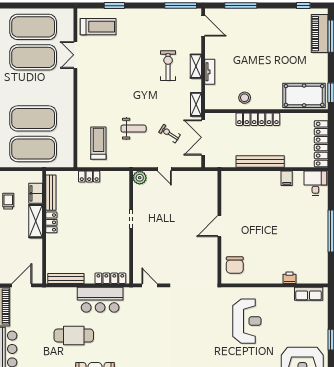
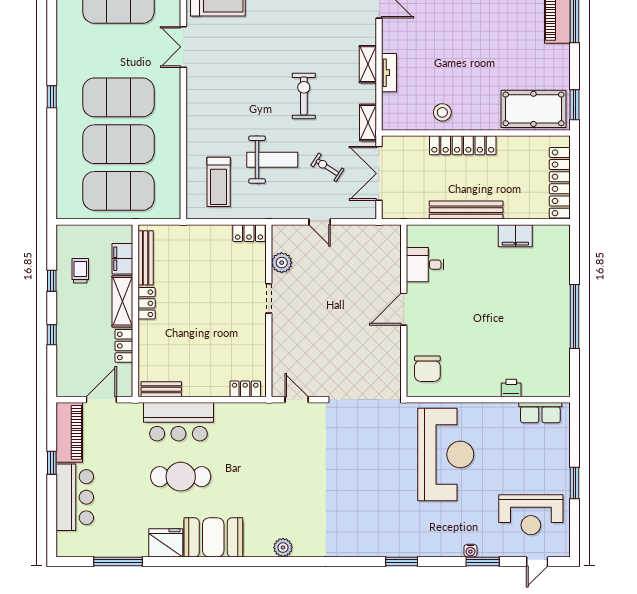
exercise mat: (33, 57) -> (118, 97), moved
exercise bike: (168, 66) -> (304, 96), moved
weight bench: (134, 129) -> (272, 160), width x1.36, depth x1.33
treadmill: (98, 143) -> (219, 182), turned 180
locker: (89, 177) -> (249, 233), moved
plant: (140, 178) -> (282, 263), moved
filing cabinet: (287, 178) -> (515, 236), width x2.00
desk: (315, 183) -> (425, 265), moved, turned -90
locker: (37, 250) -> (124, 346), added
bench: (66, 278) -> (161, 389), width x0.73
locker: (110, 278) -> (245, 389), width x0.66
bar counter: (100, 300) -> (178, 422), moved
reception desk: (247, 321) -> (446, 454), width x1.36, depth x1.30

